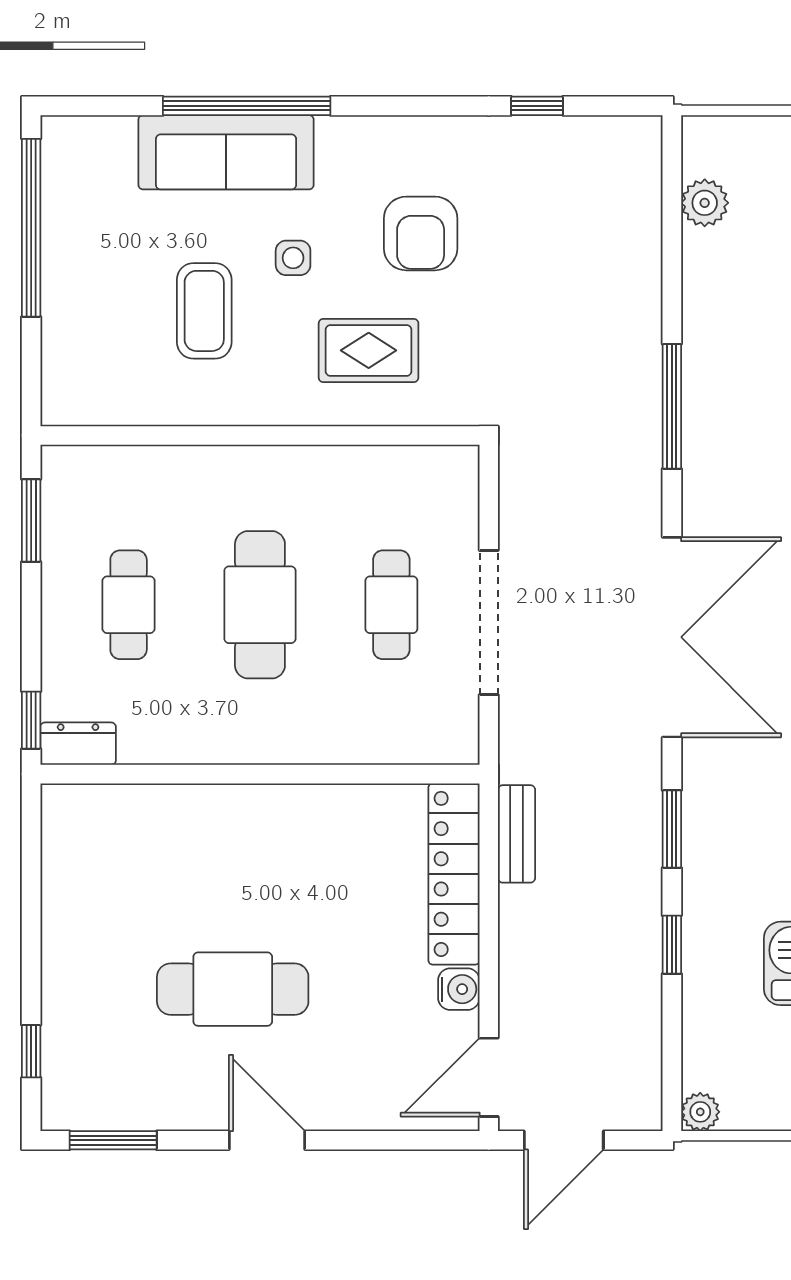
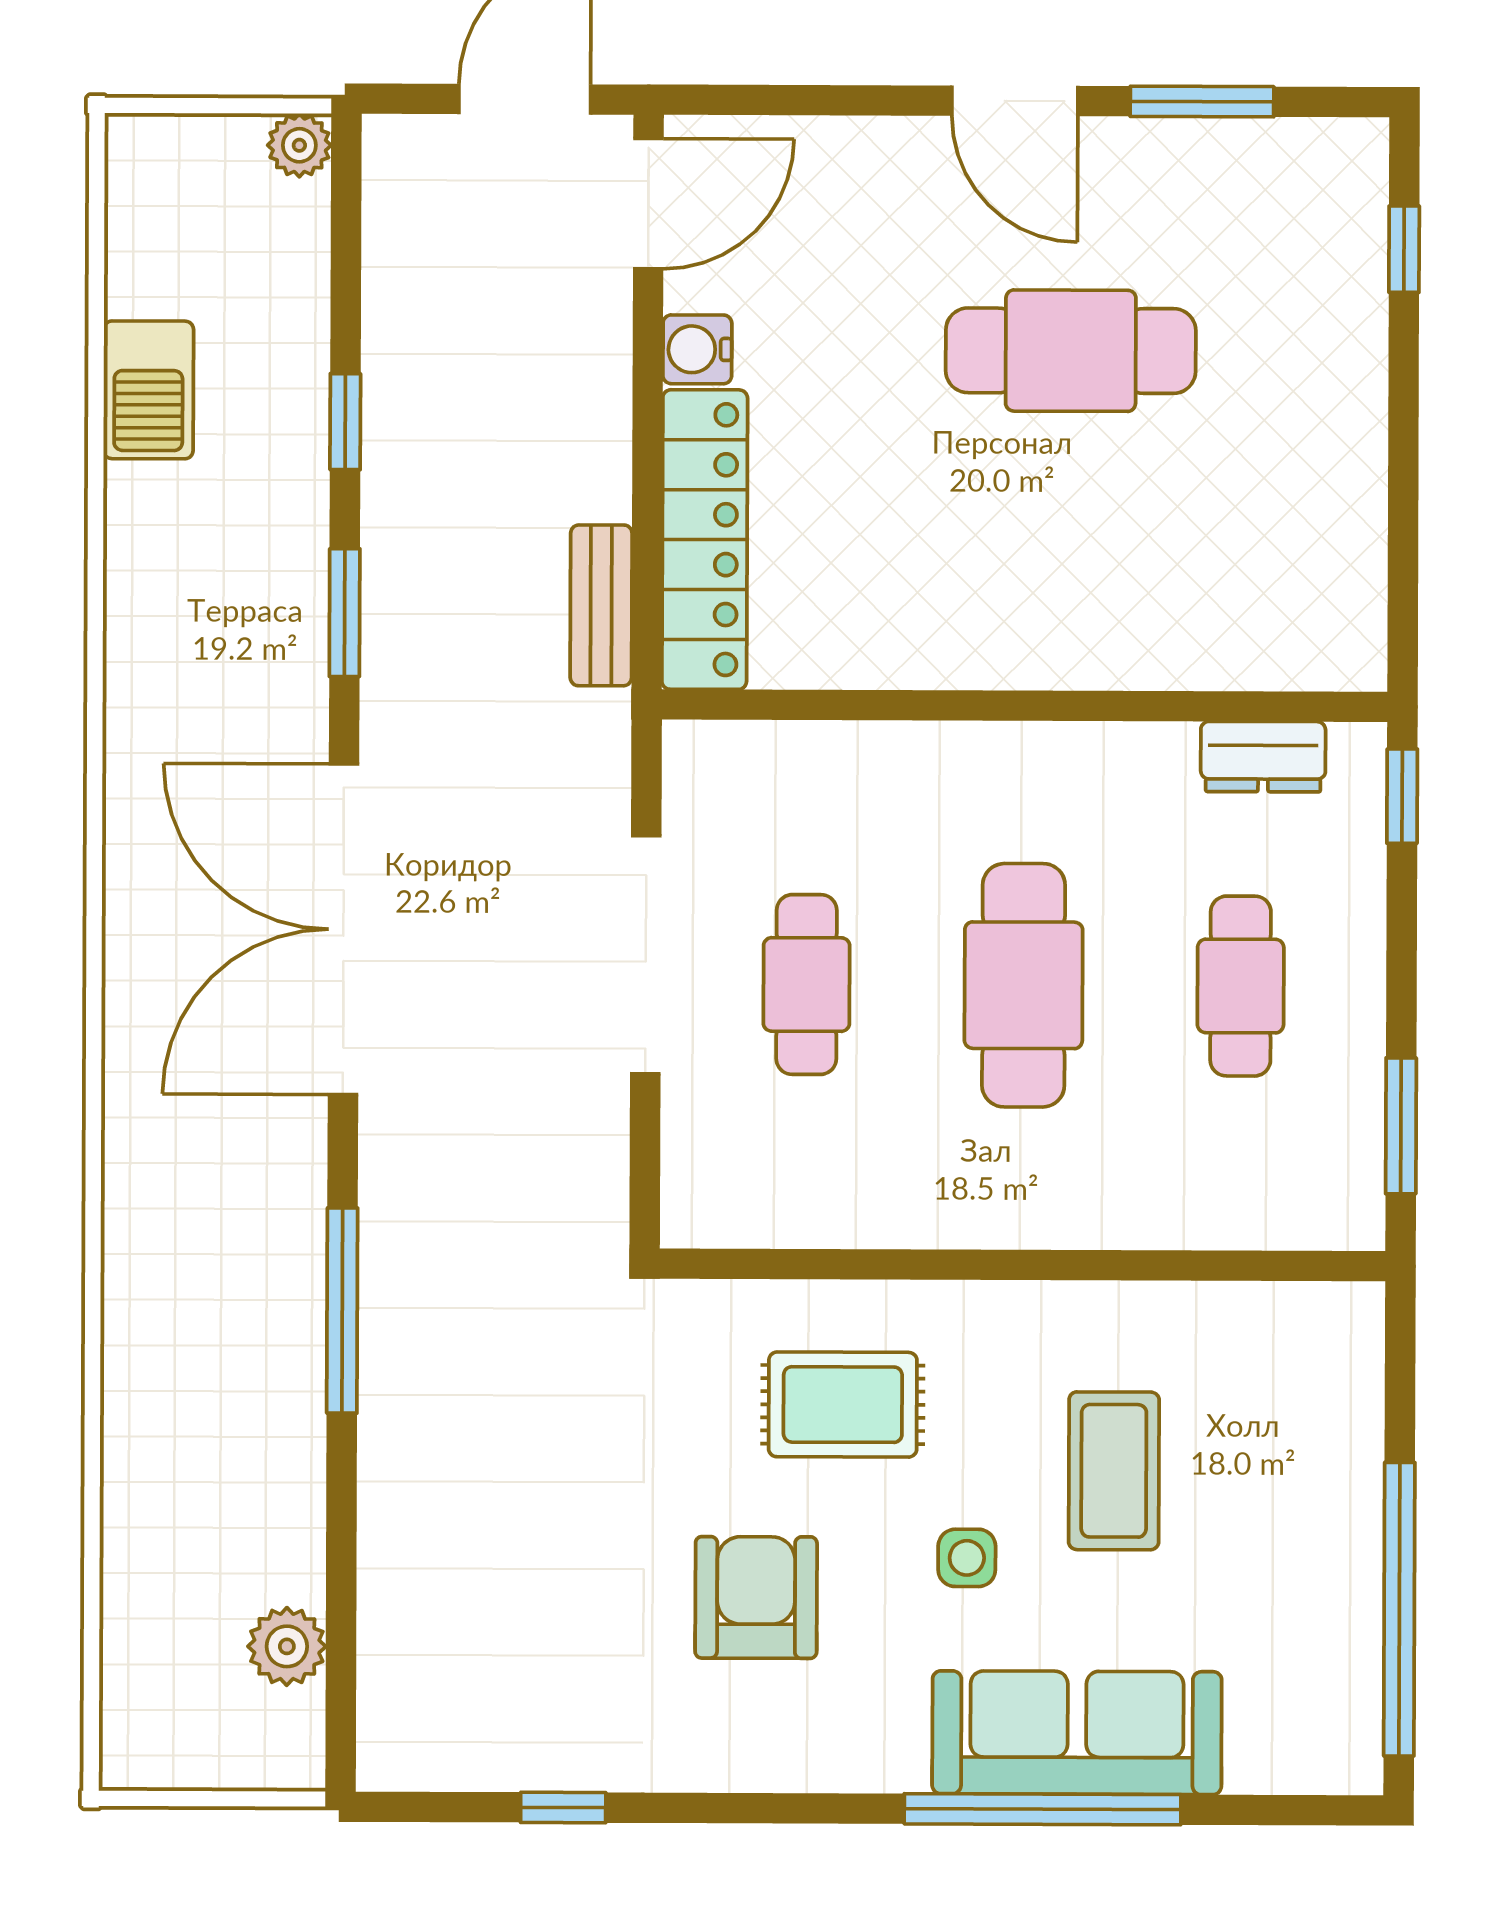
dresser: (78, 744) -> (1263, 757), moved
window: (113, 1140) -> (1202, 102), moved

